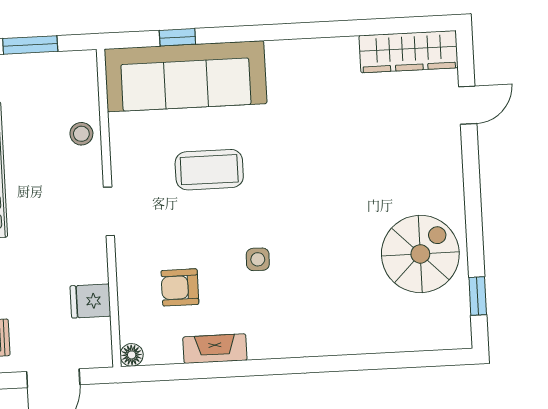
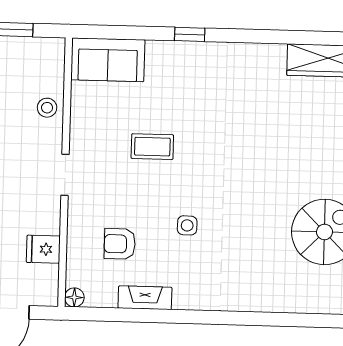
window: (177, 37) -> (190, 34), moved
sofa: (185, 76) -> (108, 60), width x0.54, depth x0.79
coffee table: (209, 170) -> (152, 147), width x0.73, depth x0.77

